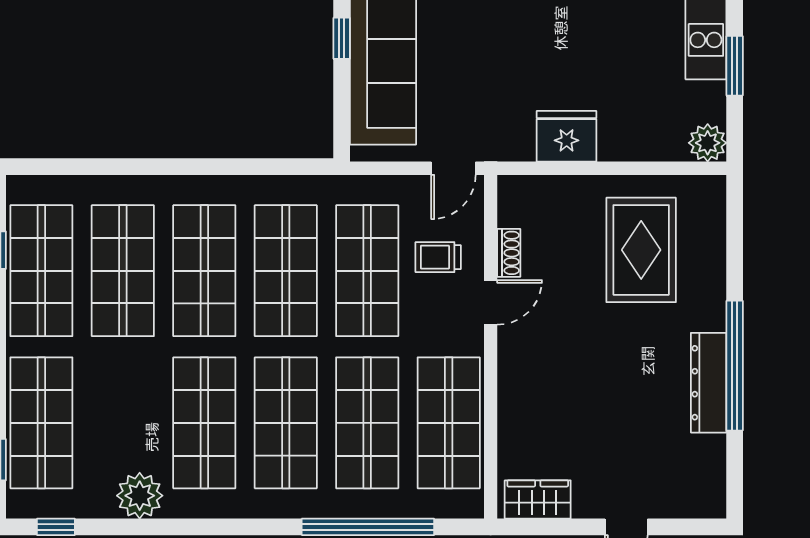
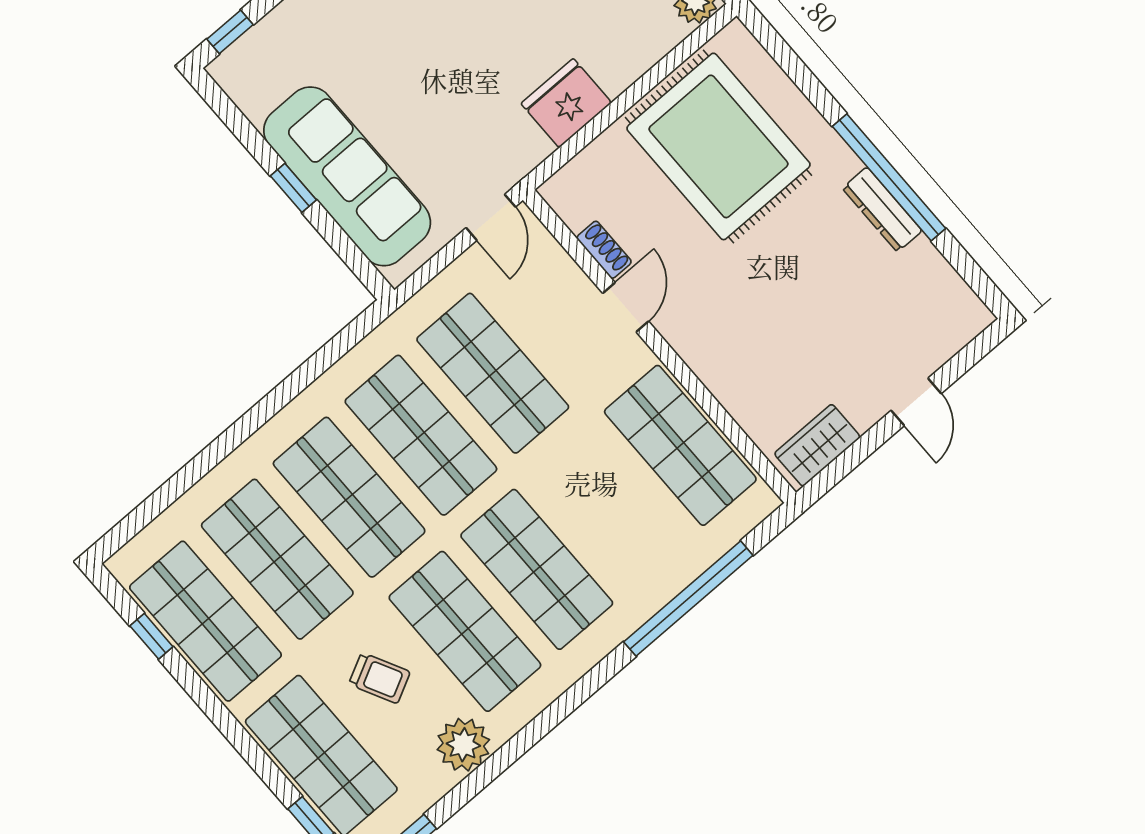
rug: (641, 250) -> (718, 146), width x1.37, depth x1.44
trolley: (438, 257) -> (380, 678), moved, turned -117
dresser: (709, 383) -> (882, 209), width x0.73, depth x0.80
shop shelf: (367, 423) -> (609, 507), removed

